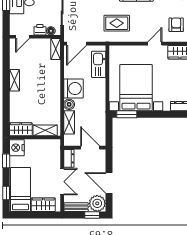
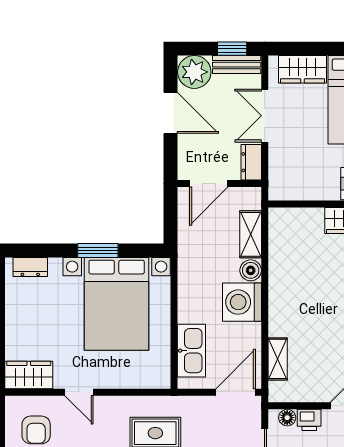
door: (155, 44) -> (79, 392), hinge flipped
shelving: (56, 49) -> (278, 359), moved
window: (127, 114) -> (98, 250), moved
shelving: (45, 130) -> (299, 218), removed
door: (90, 148) -> (209, 184), hinge flipped
window: (92, 215) -> (232, 49), moved

